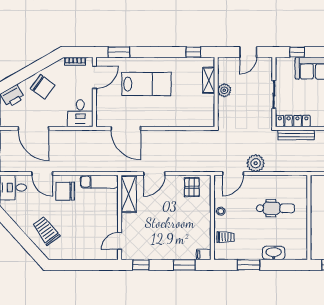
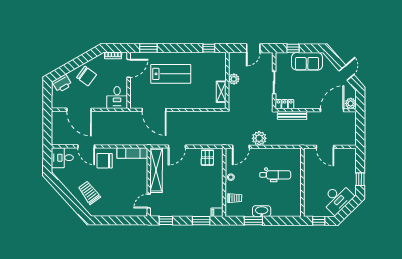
shelving: (209, 80) -> (221, 92), moved
locker: (293, 121) -> (285, 104), width x0.66
shelving: (129, 194) -> (156, 170), width x1.47
washbasin: (274, 253) -> (262, 211), moved

